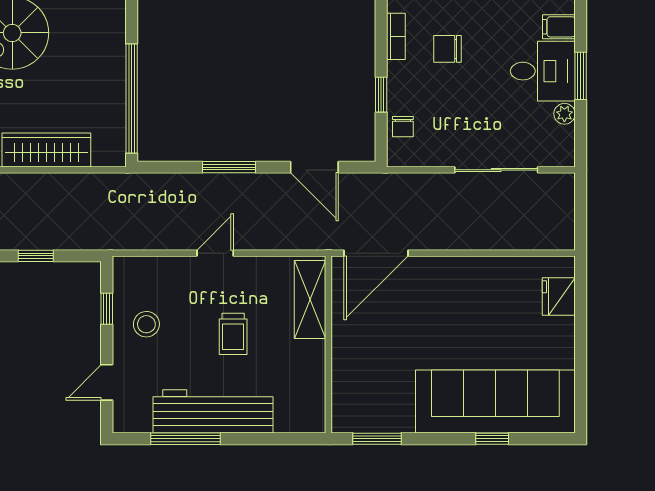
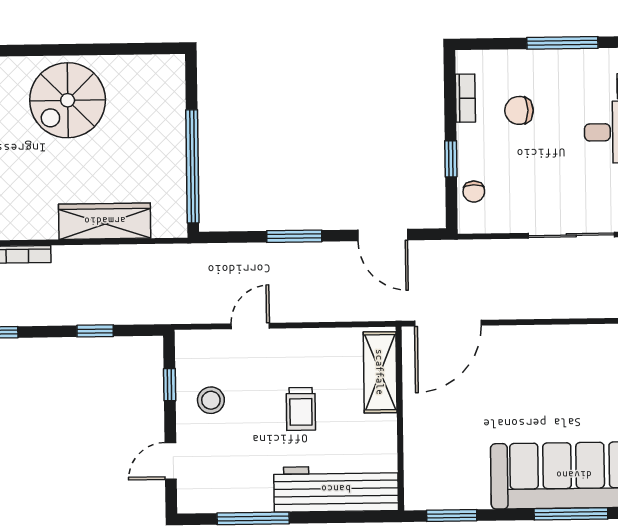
door: (215, 253) -> (250, 326), moved
workbench: (213, 411) -> (336, 489), moved
window: (492, 439) -> (571, 514), width x2.17

